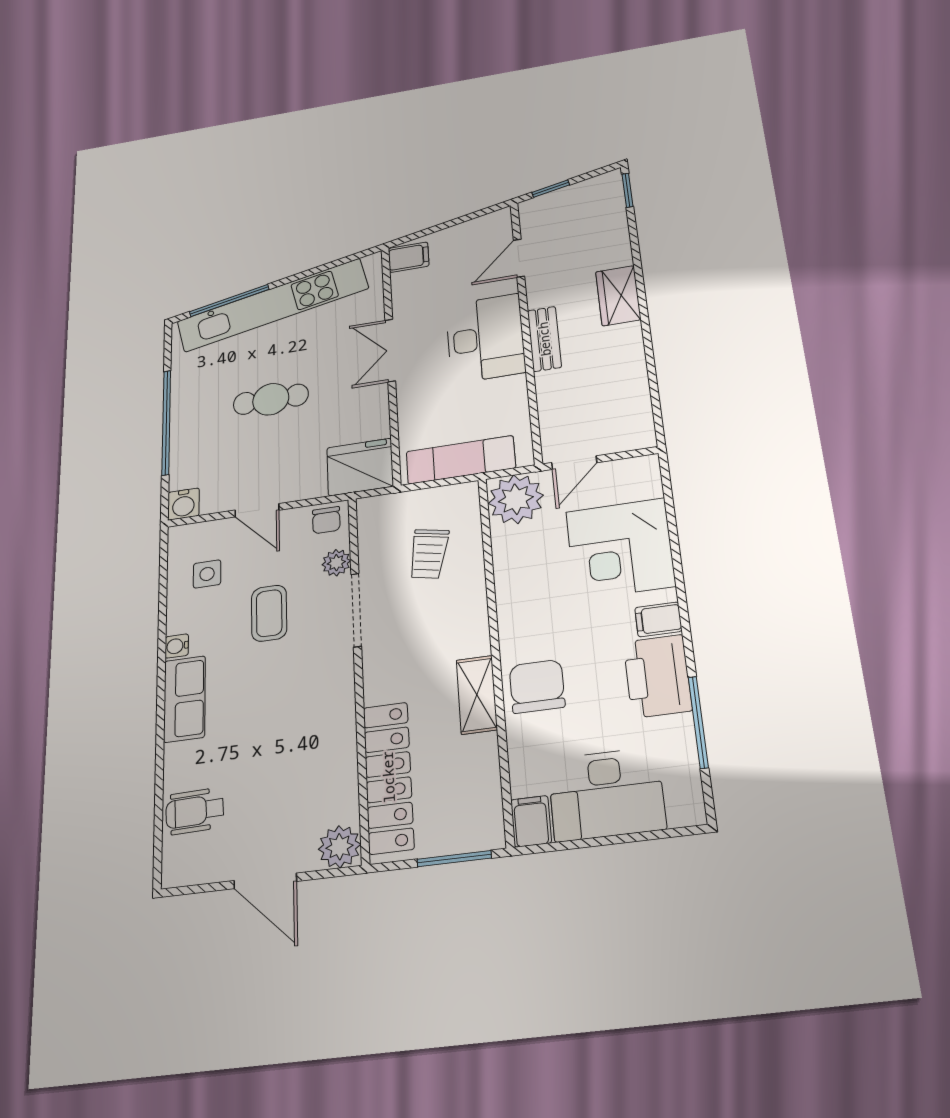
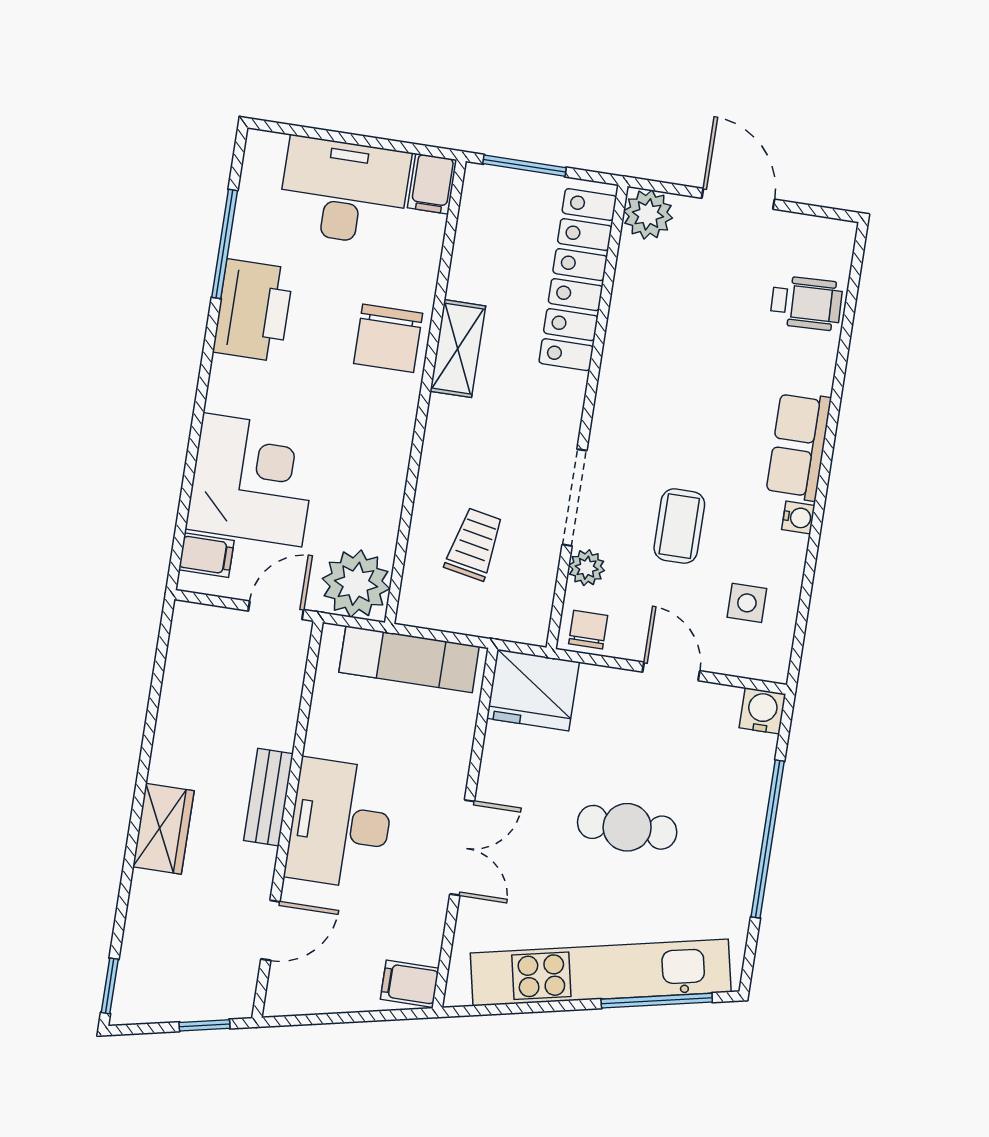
filing cabinet: (658, 619) -> (206, 555), moved

